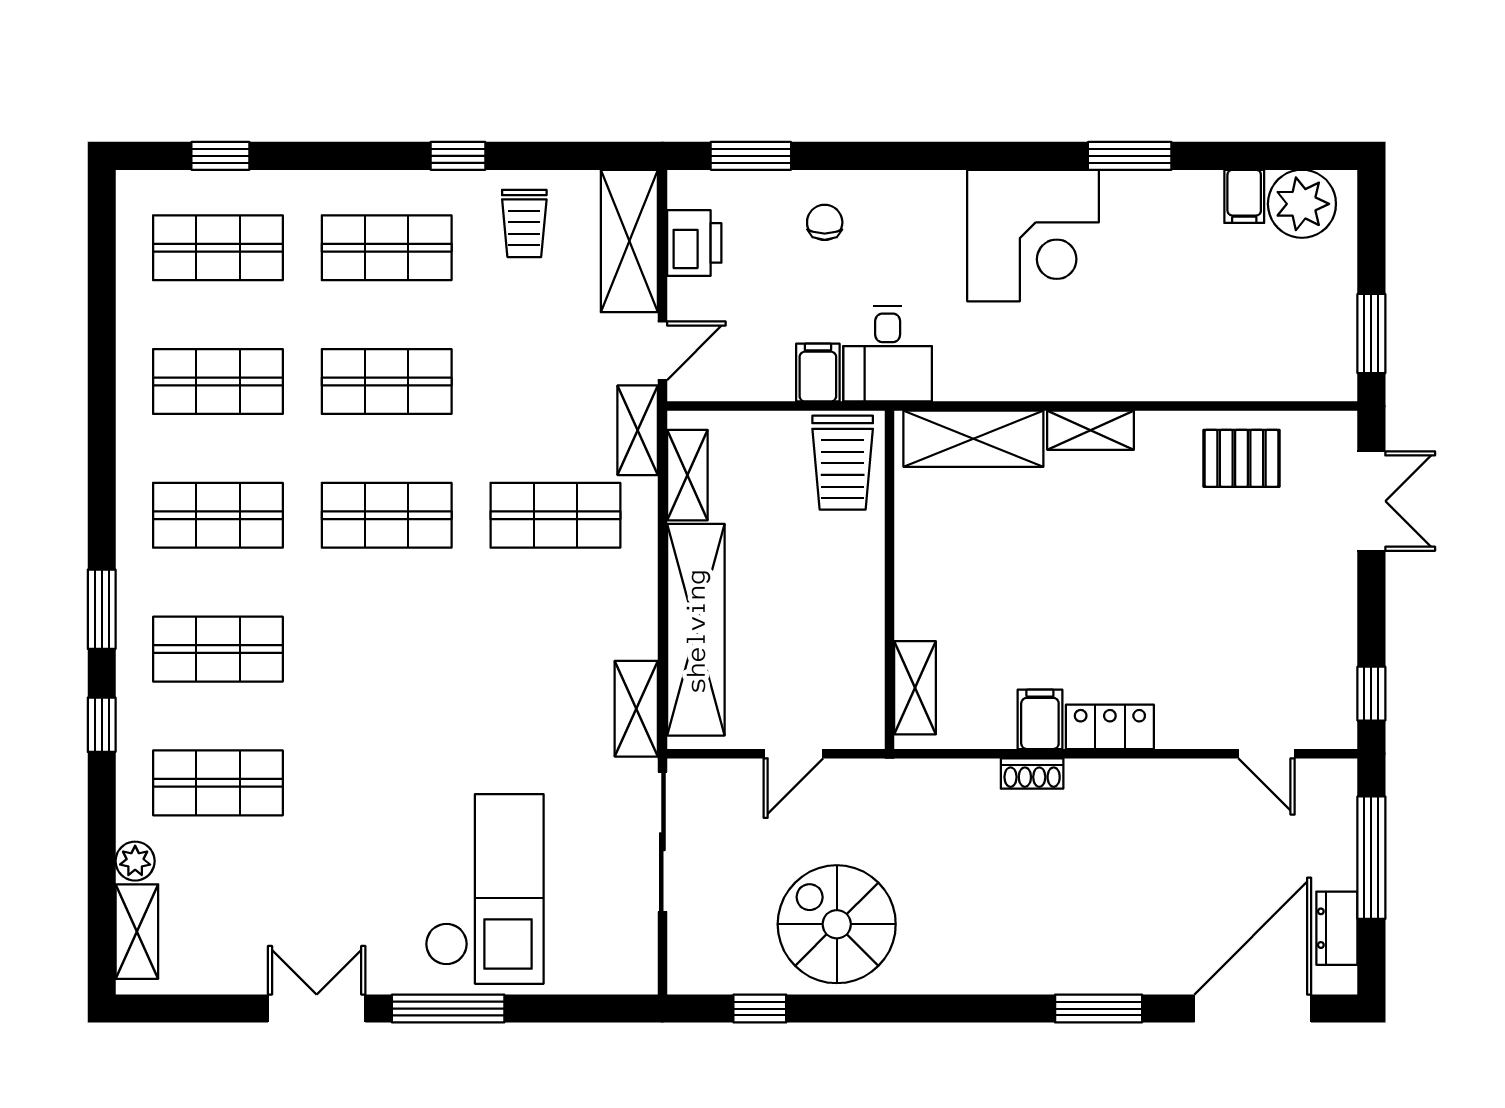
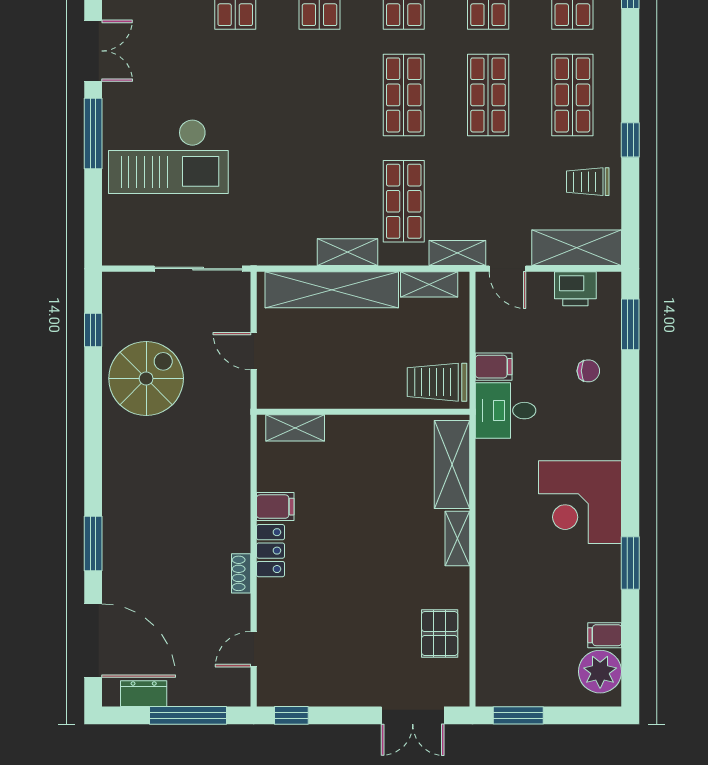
shelving: (636, 709) -> (347, 252), moved
shoe rack: (1032, 773) -> (241, 573), moved

